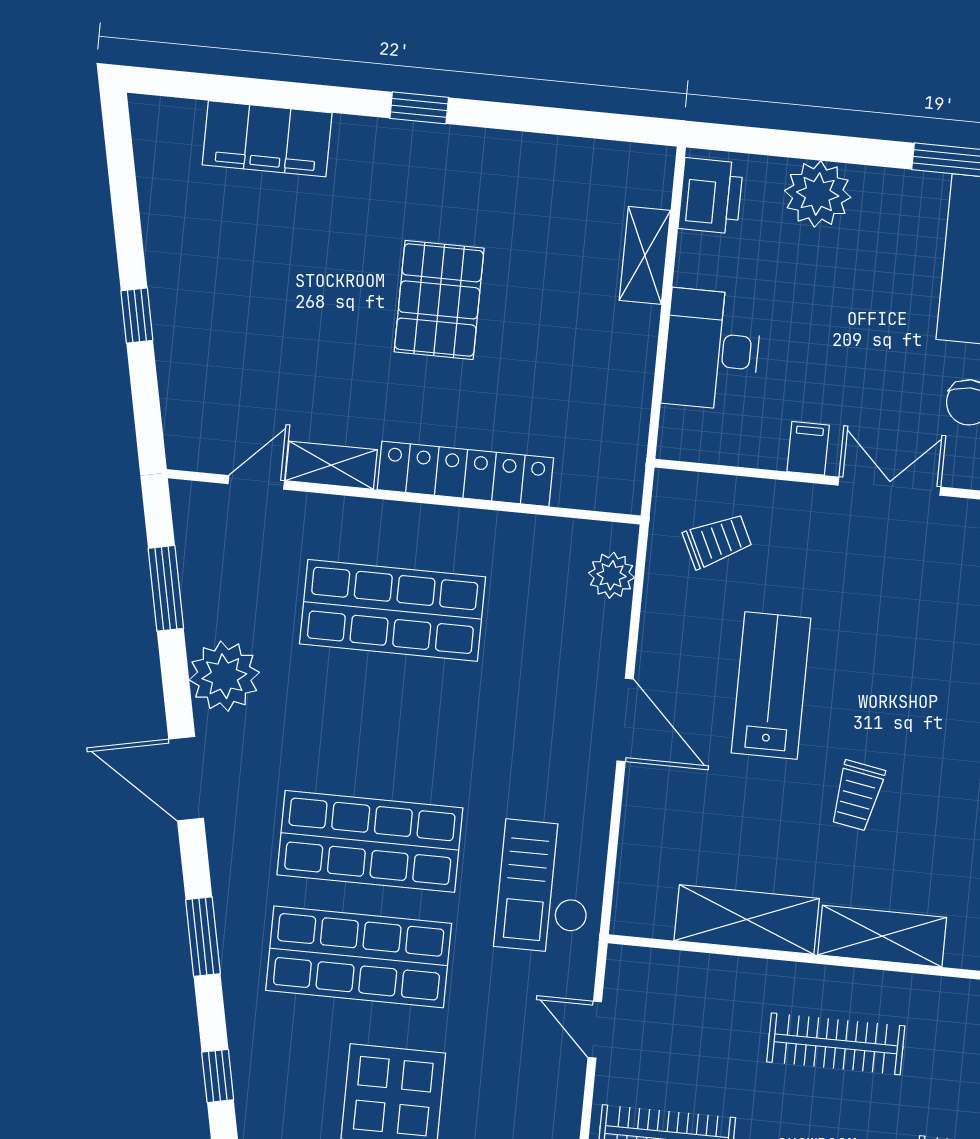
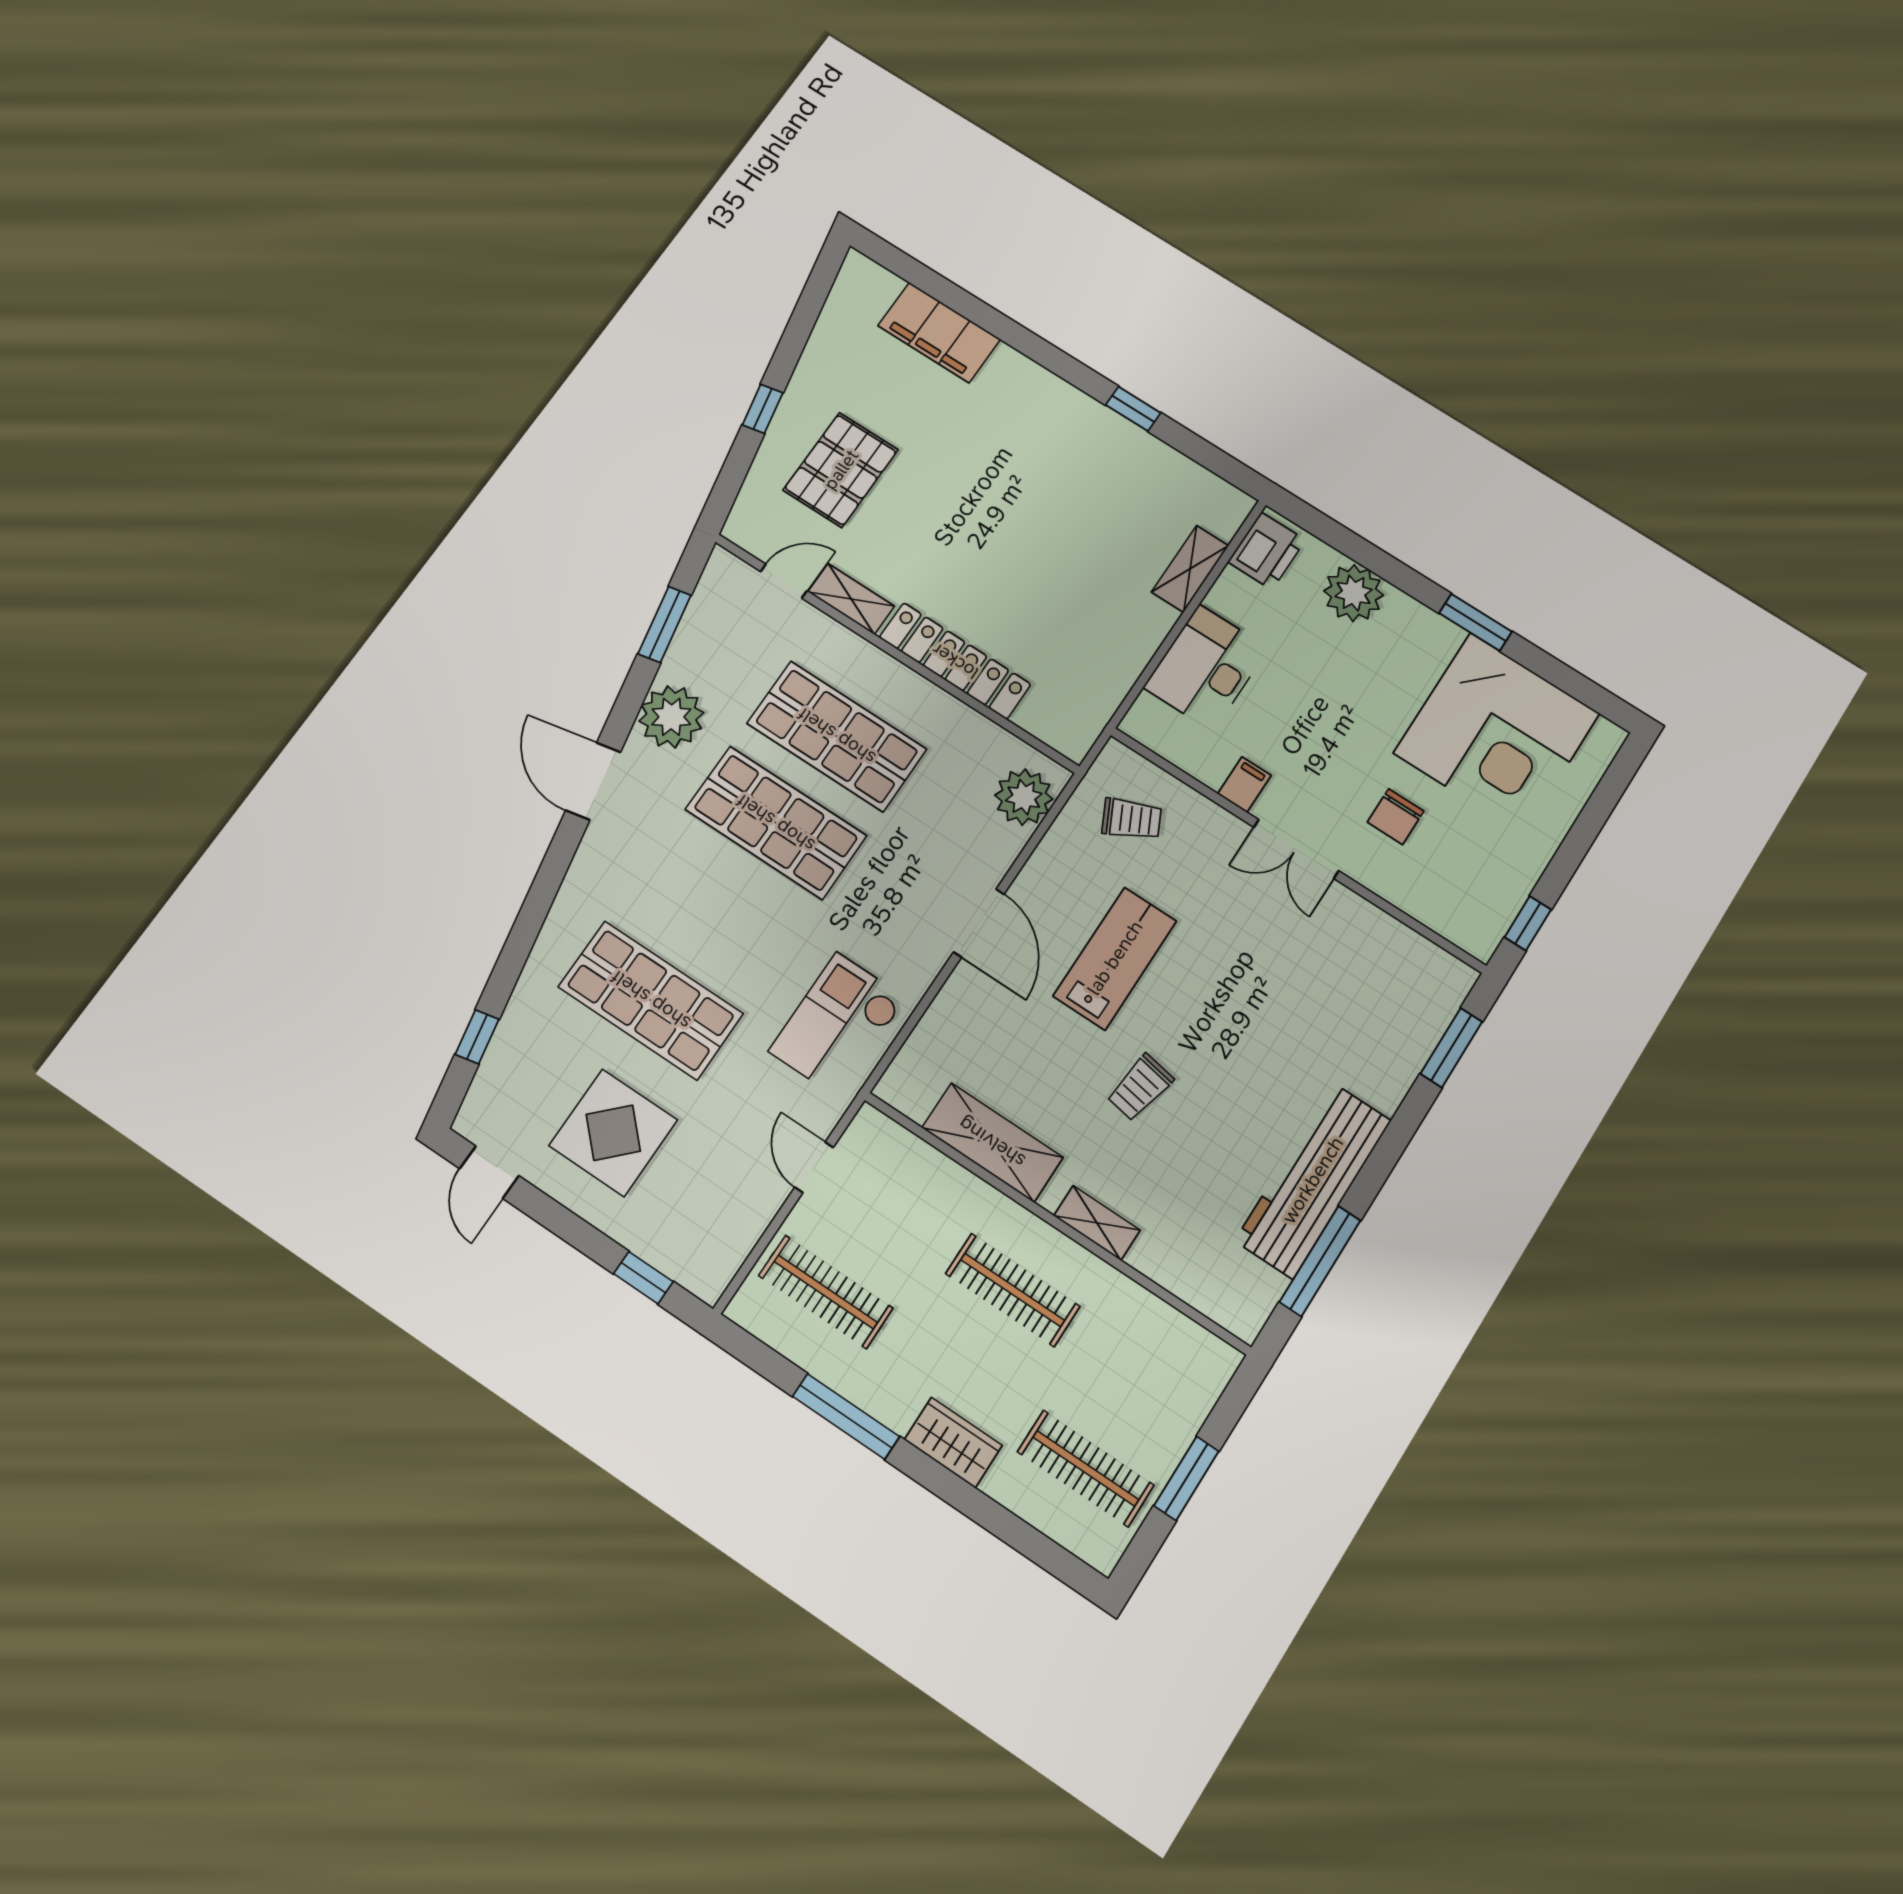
window: (419, 108) -> (1133, 409), moved
pallet: (439, 300) -> (841, 470), moved
double door: (889, 486) -> (1296, 849), swing flipped
plant: (612, 575) -> (1024, 797), width x1.36, depth x1.36
shop shelf: (370, 841) -> (776, 823), moved
shelving: (882, 936) -> (1097, 1223), width x0.67, depth x0.75
window: (203, 937) -> (532, 915), removed

